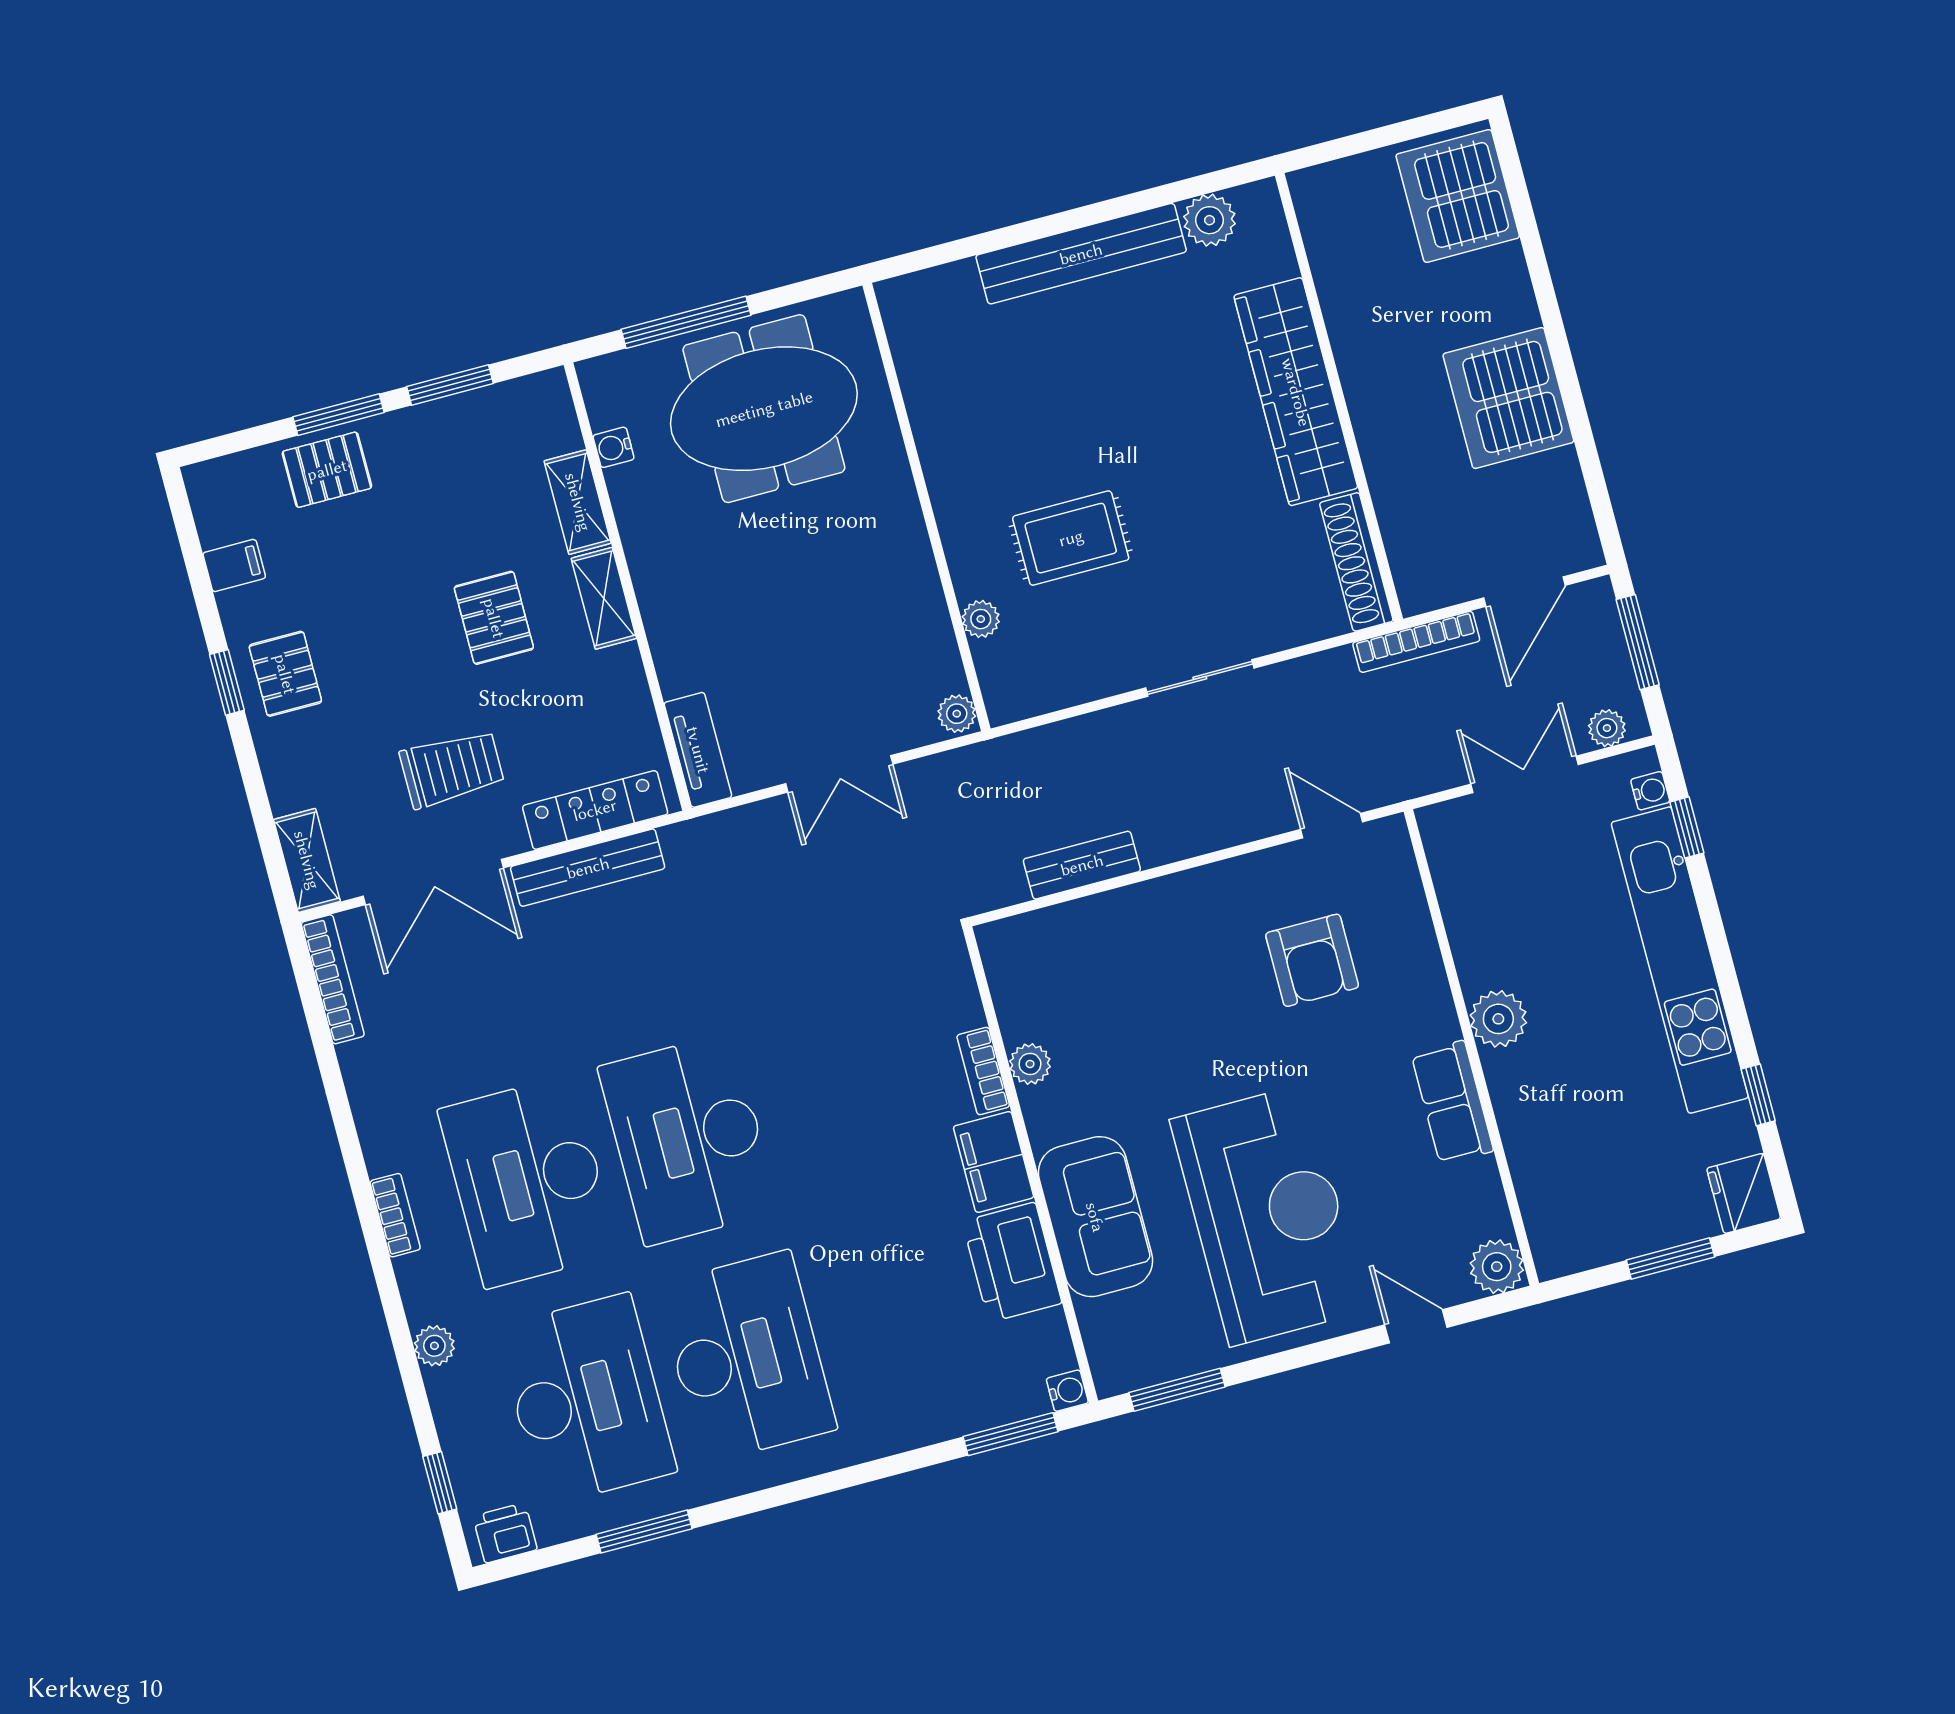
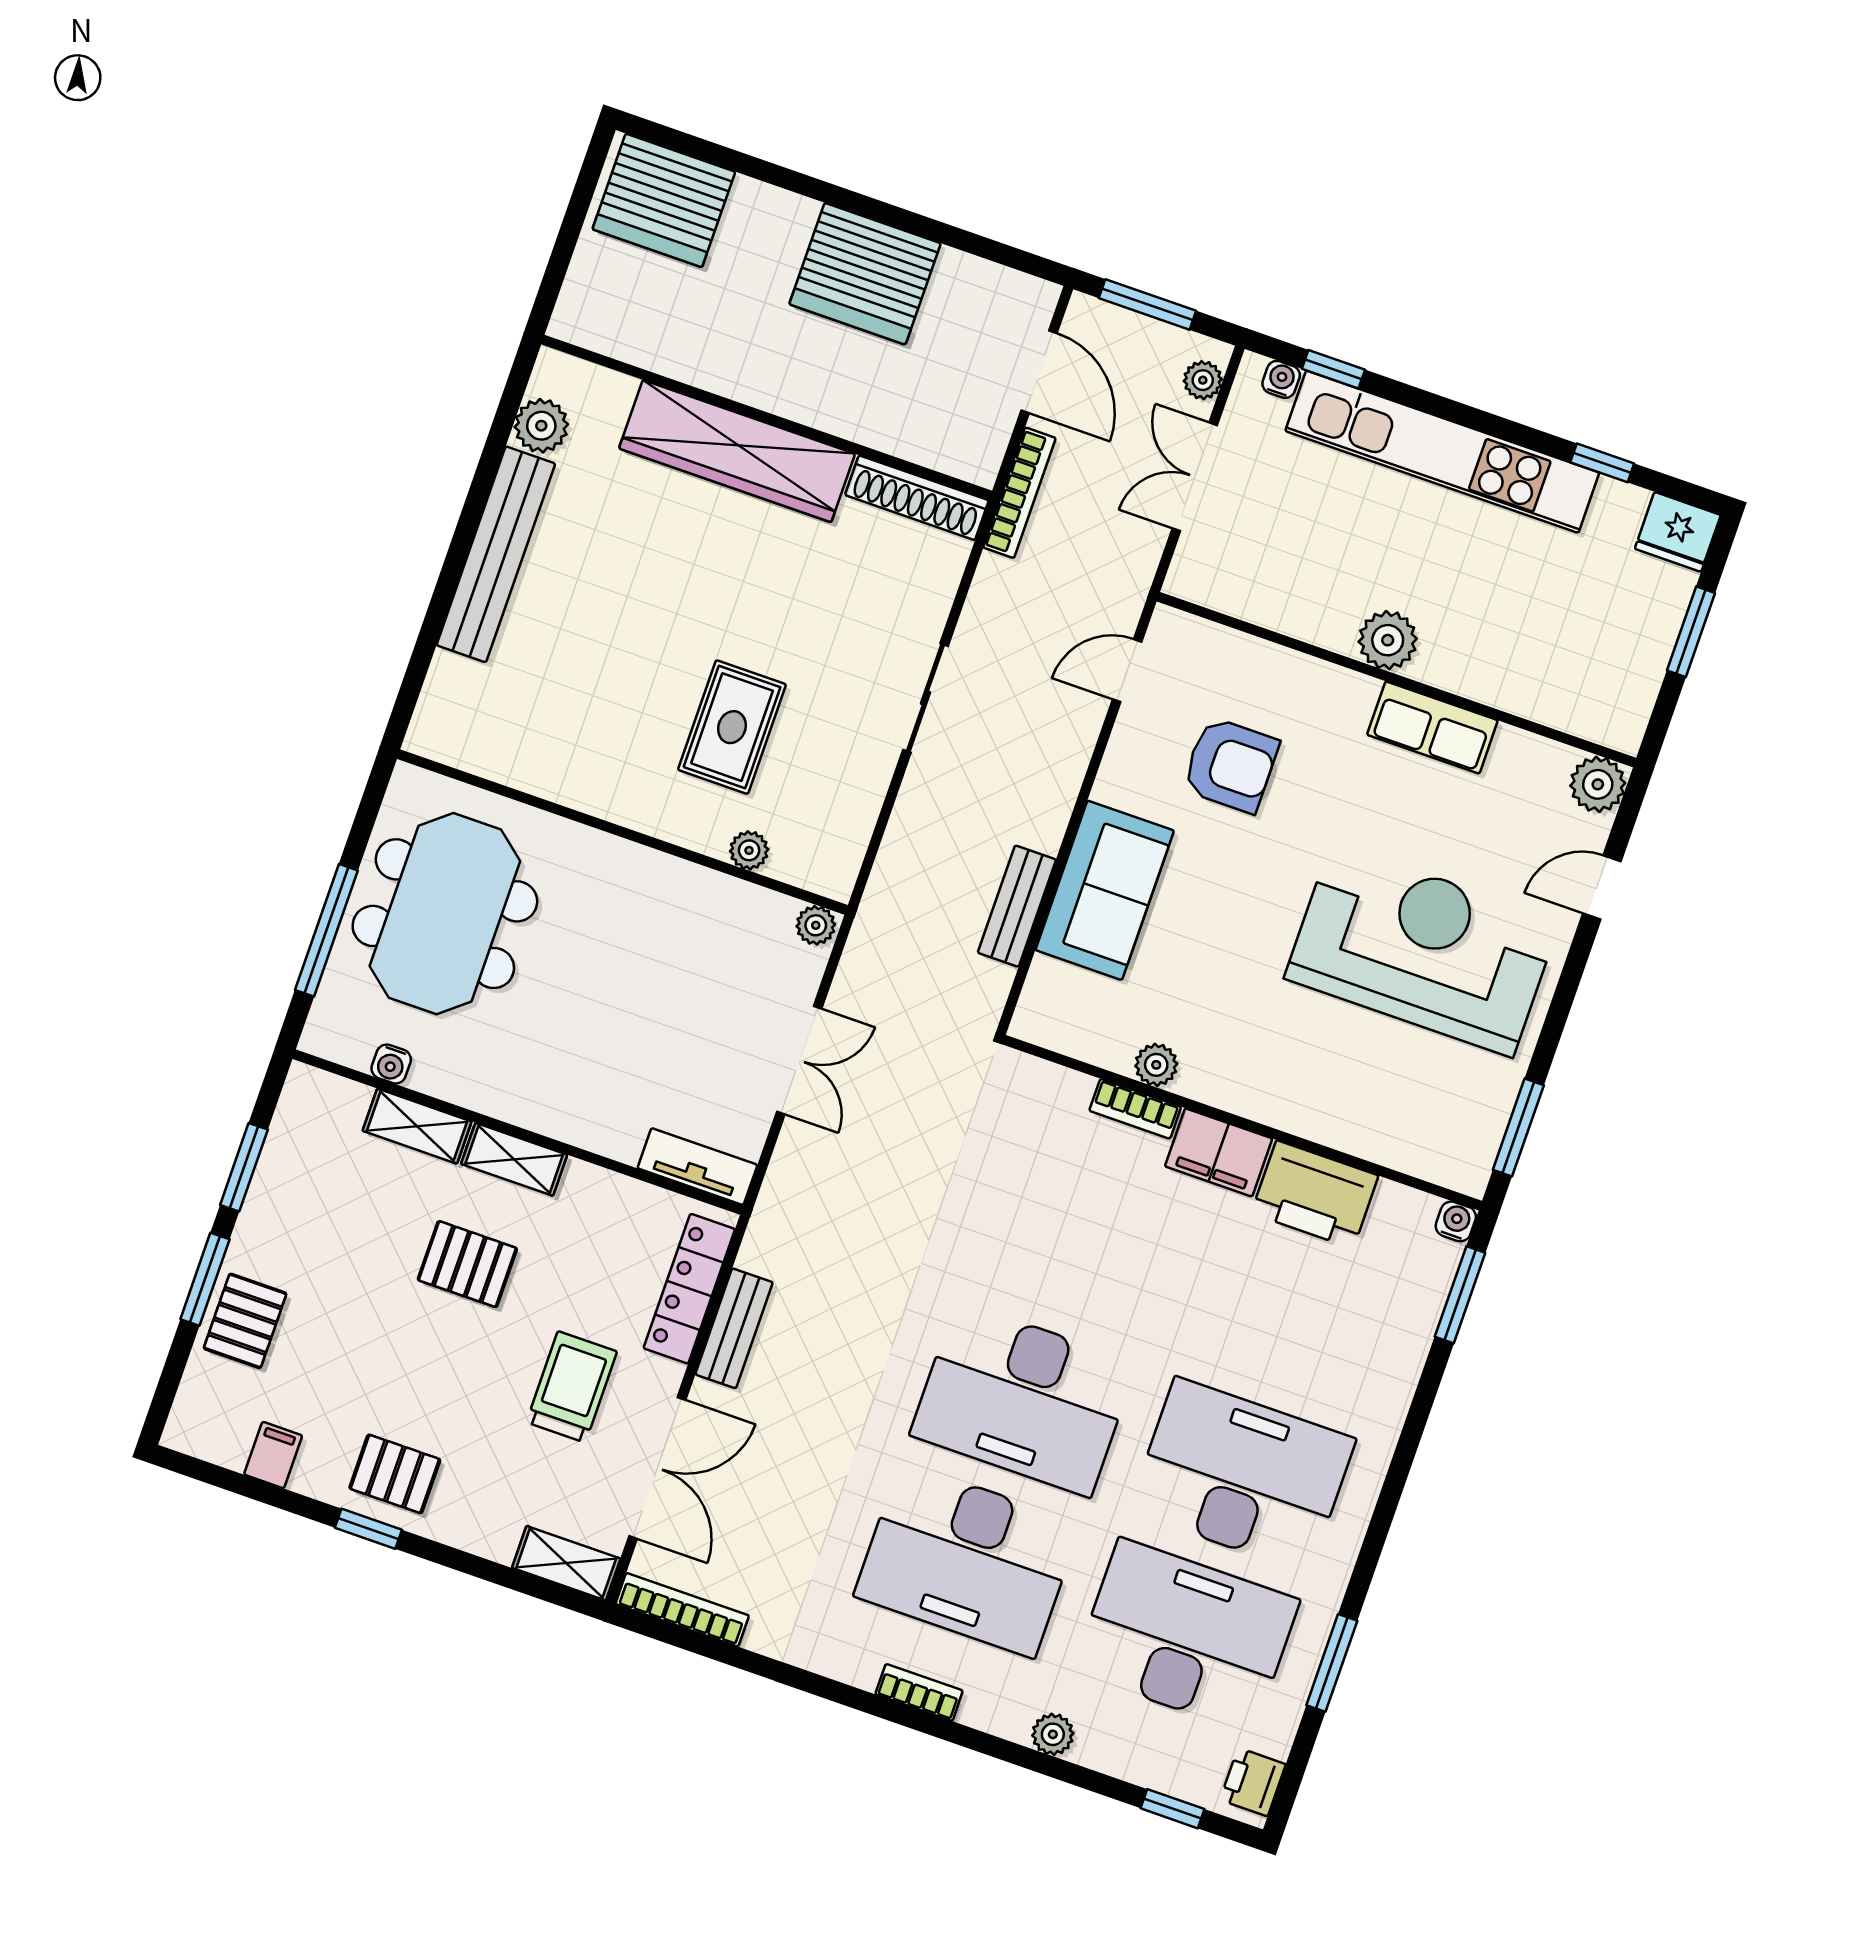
bench: (588, 868) -> (734, 1328), width x0.73
sofa: (1095, 1217) -> (1105, 890), moved, turned 90

